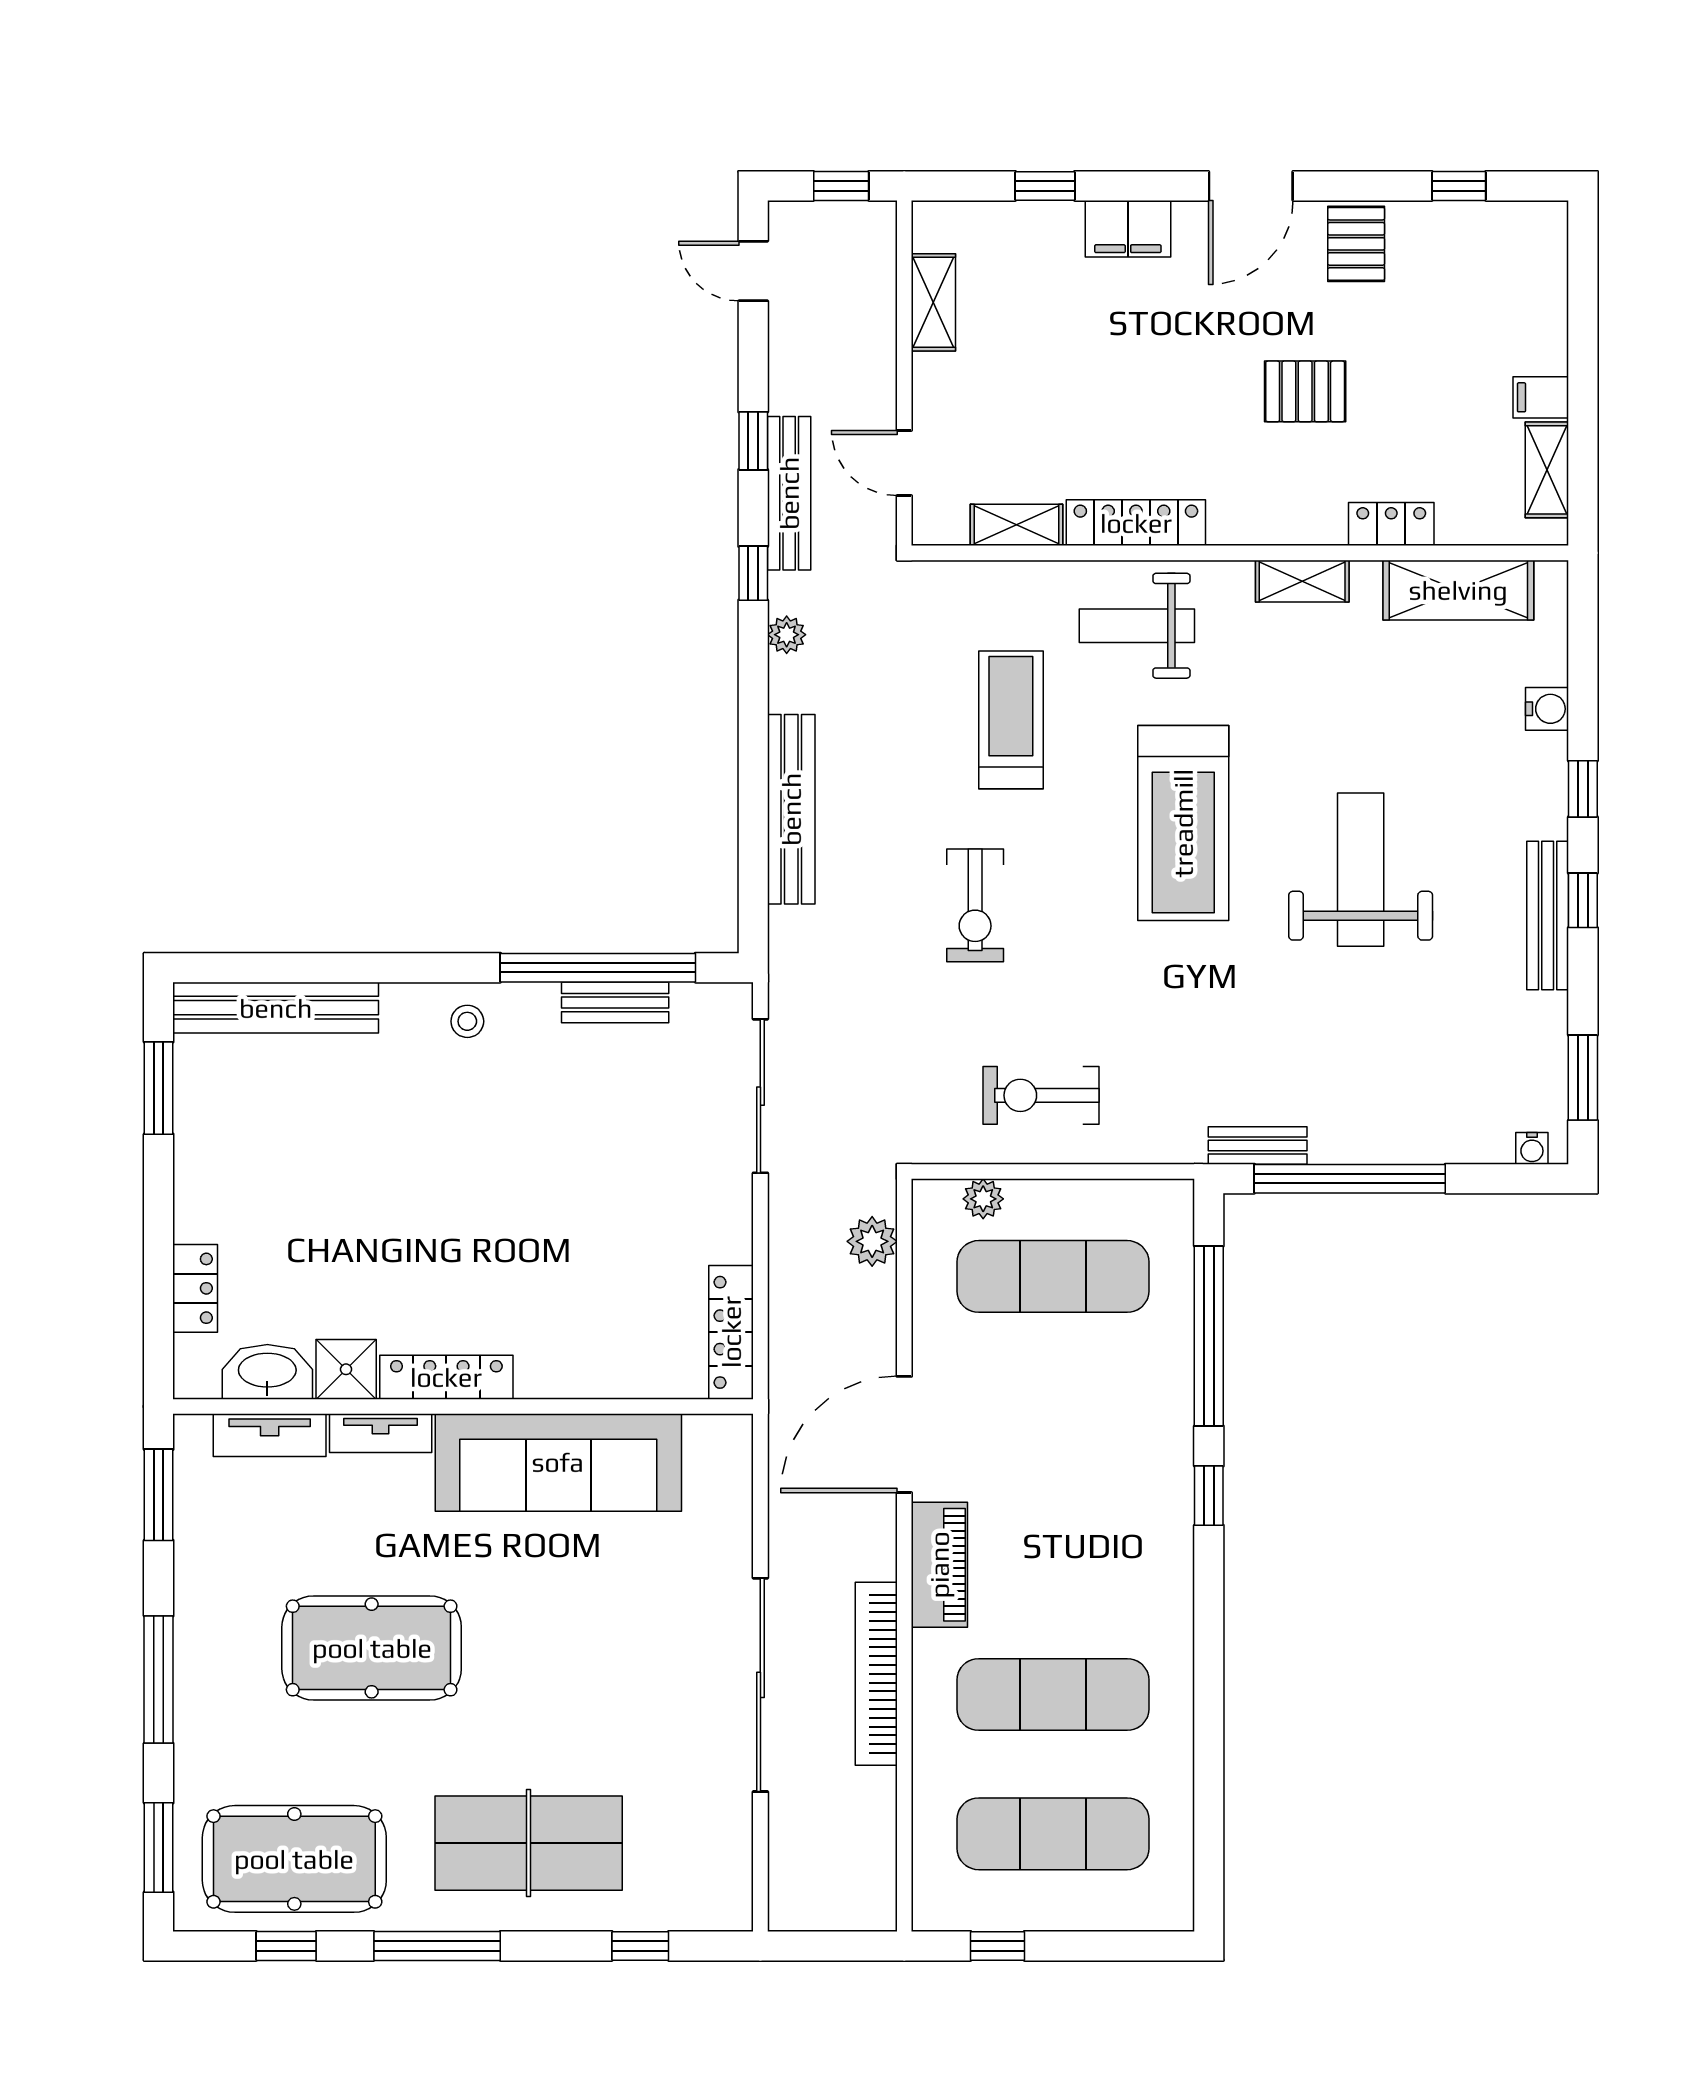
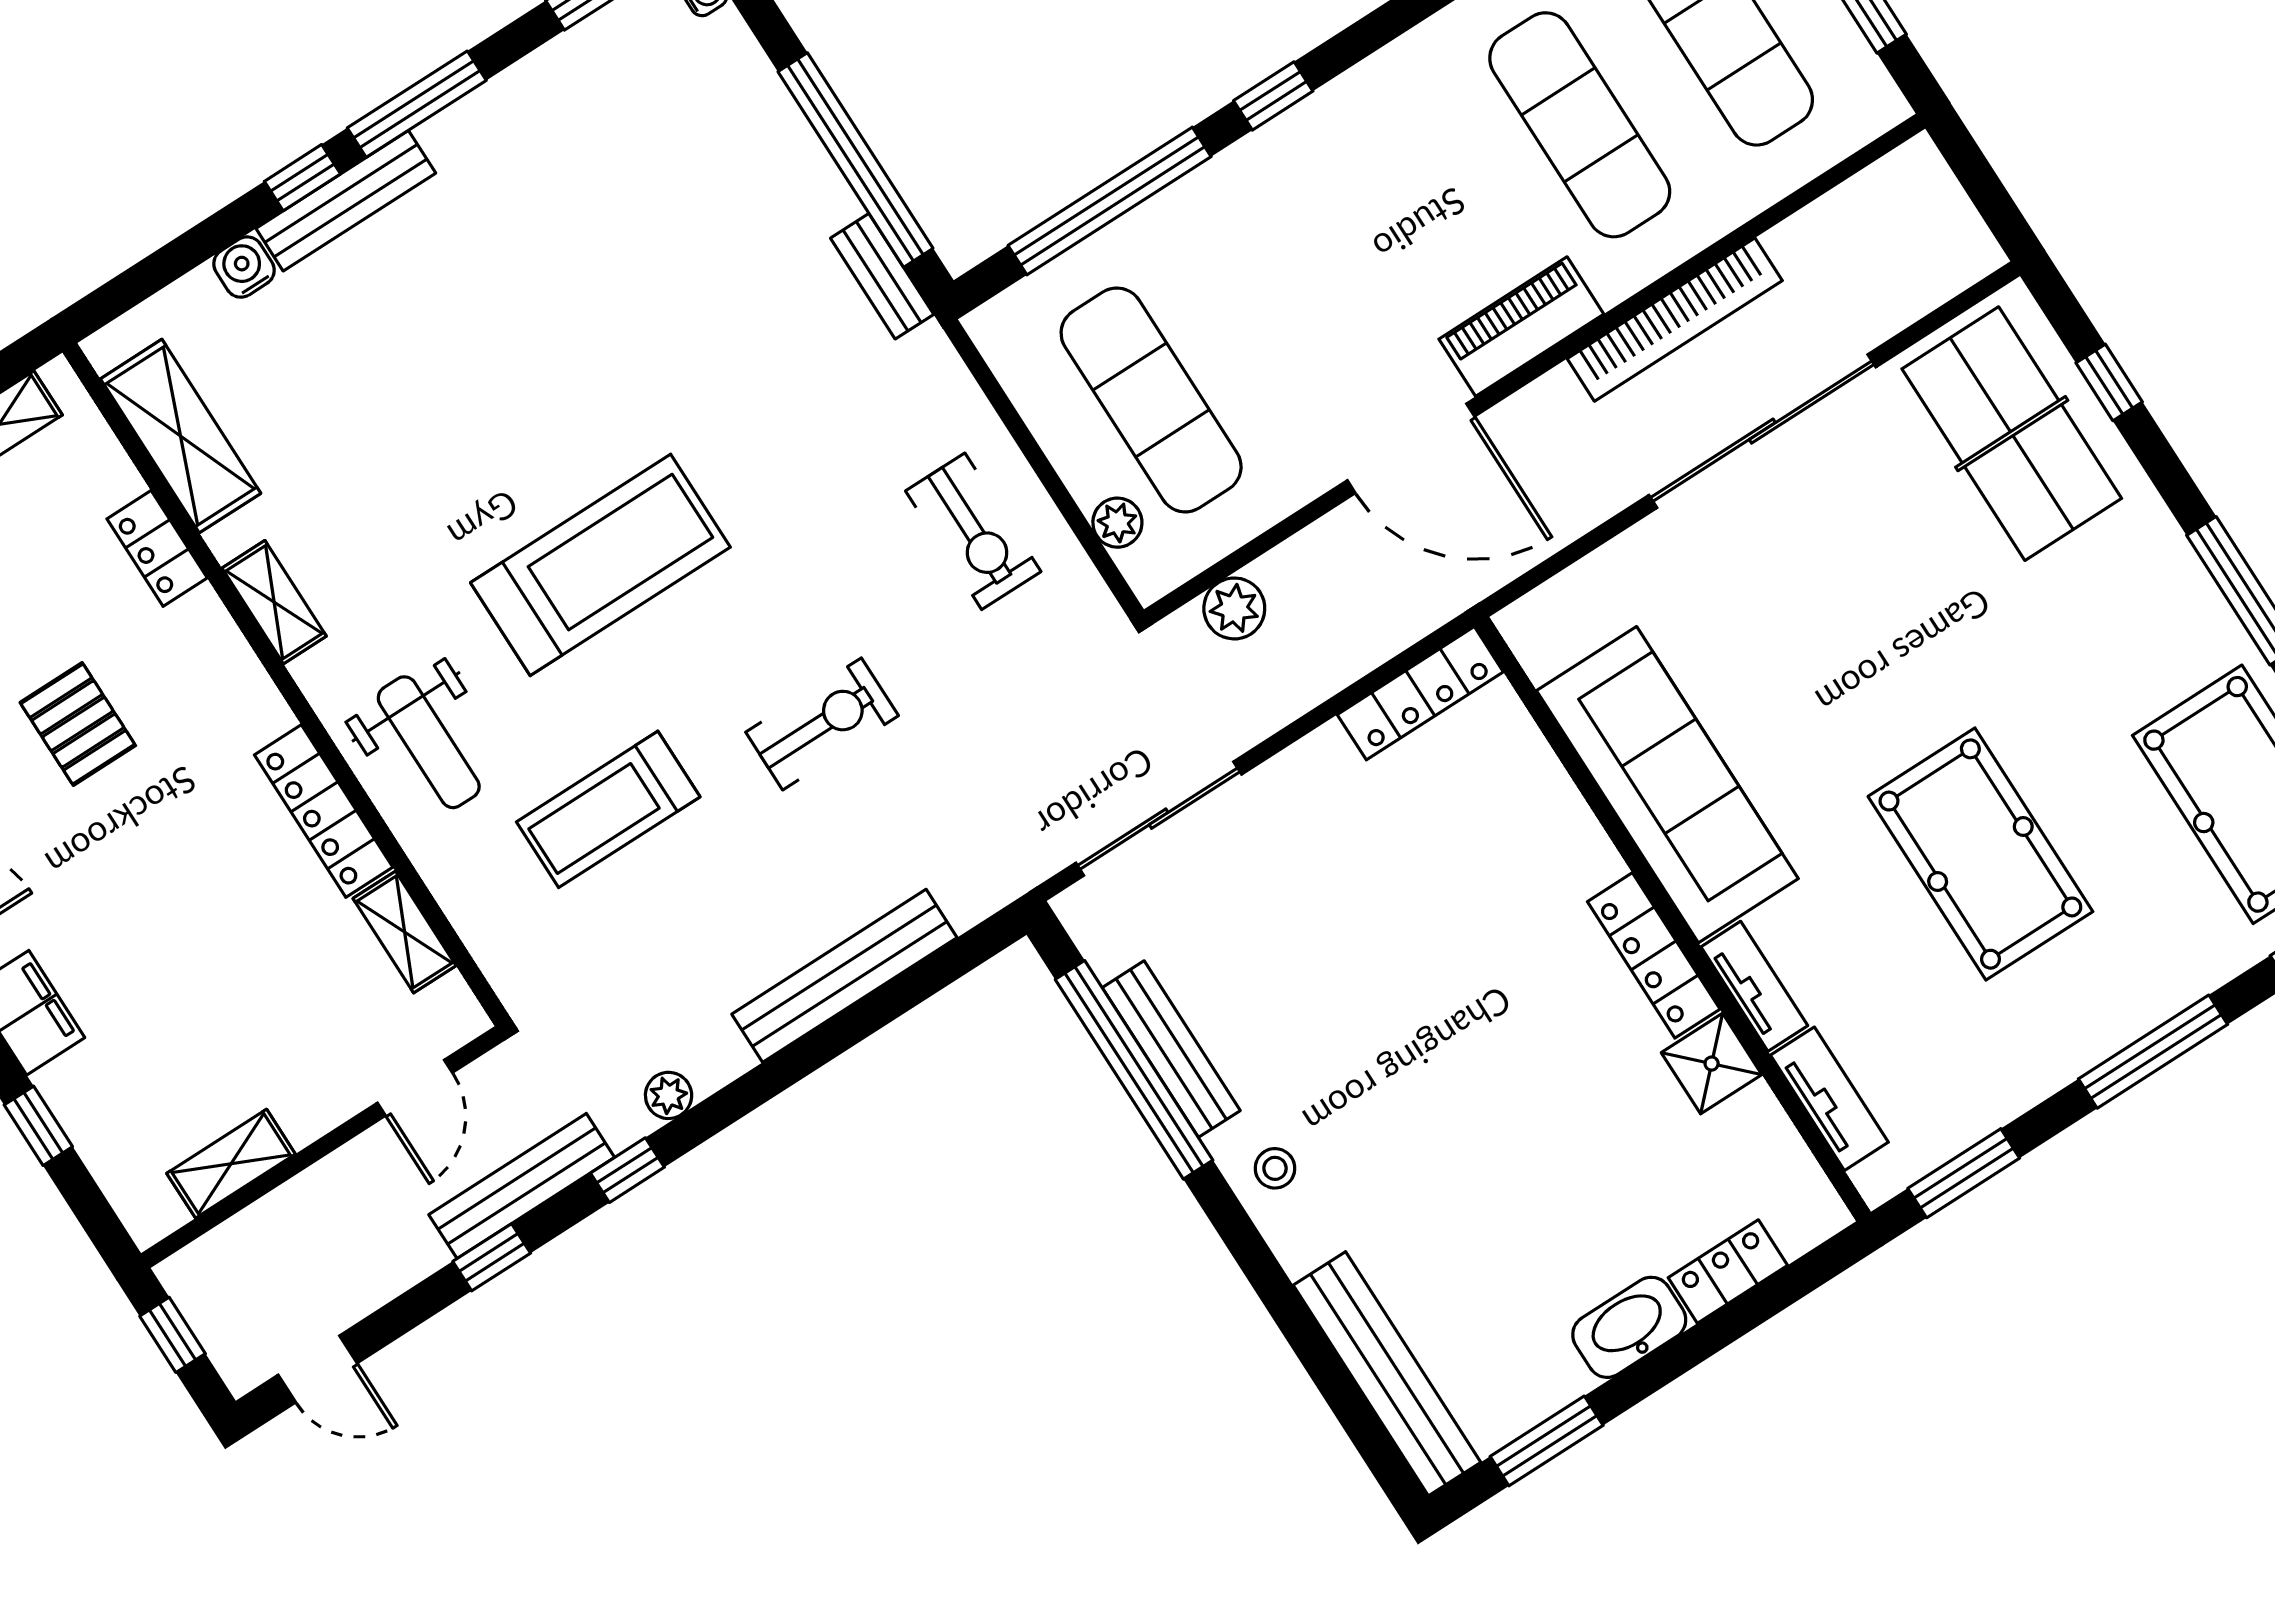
door: (753, 271) -> (318, 1369), hinge flipped
weight bench: (1361, 870) -> (531, 352), removed
window: (1583, 900) -> (417, 104), width x2.17
bench: (1548, 916) -> (346, 201), moved
bench: (615, 1003) -> (1171, 1049), width x1.36
washbasin: (267, 1372) -> (1629, 1327), moved, turned 90
table tennis table: (529, 1843) -> (2012, 434), moved

